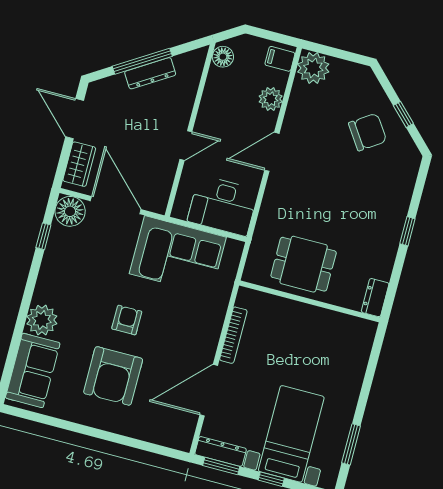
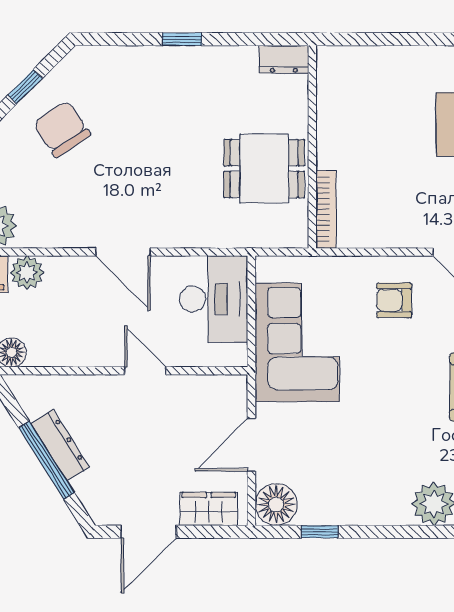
plant: (271, 99) -> (27, 272), moved
door: (116, 205) -> (251, 445), width x0.73
dining table: (304, 264) -> (264, 169), turned 90
armchair: (127, 320) -> (394, 300), moved
bookcase: (233, 335) -> (326, 209), moved, turned 90

